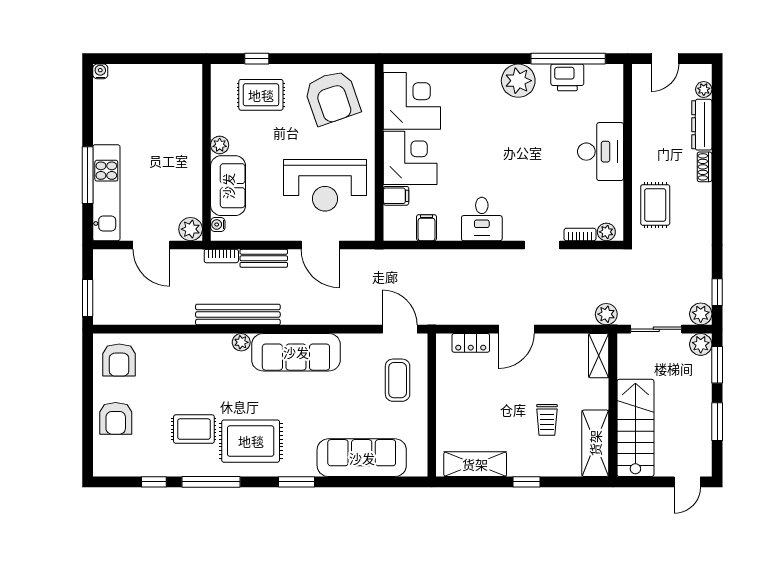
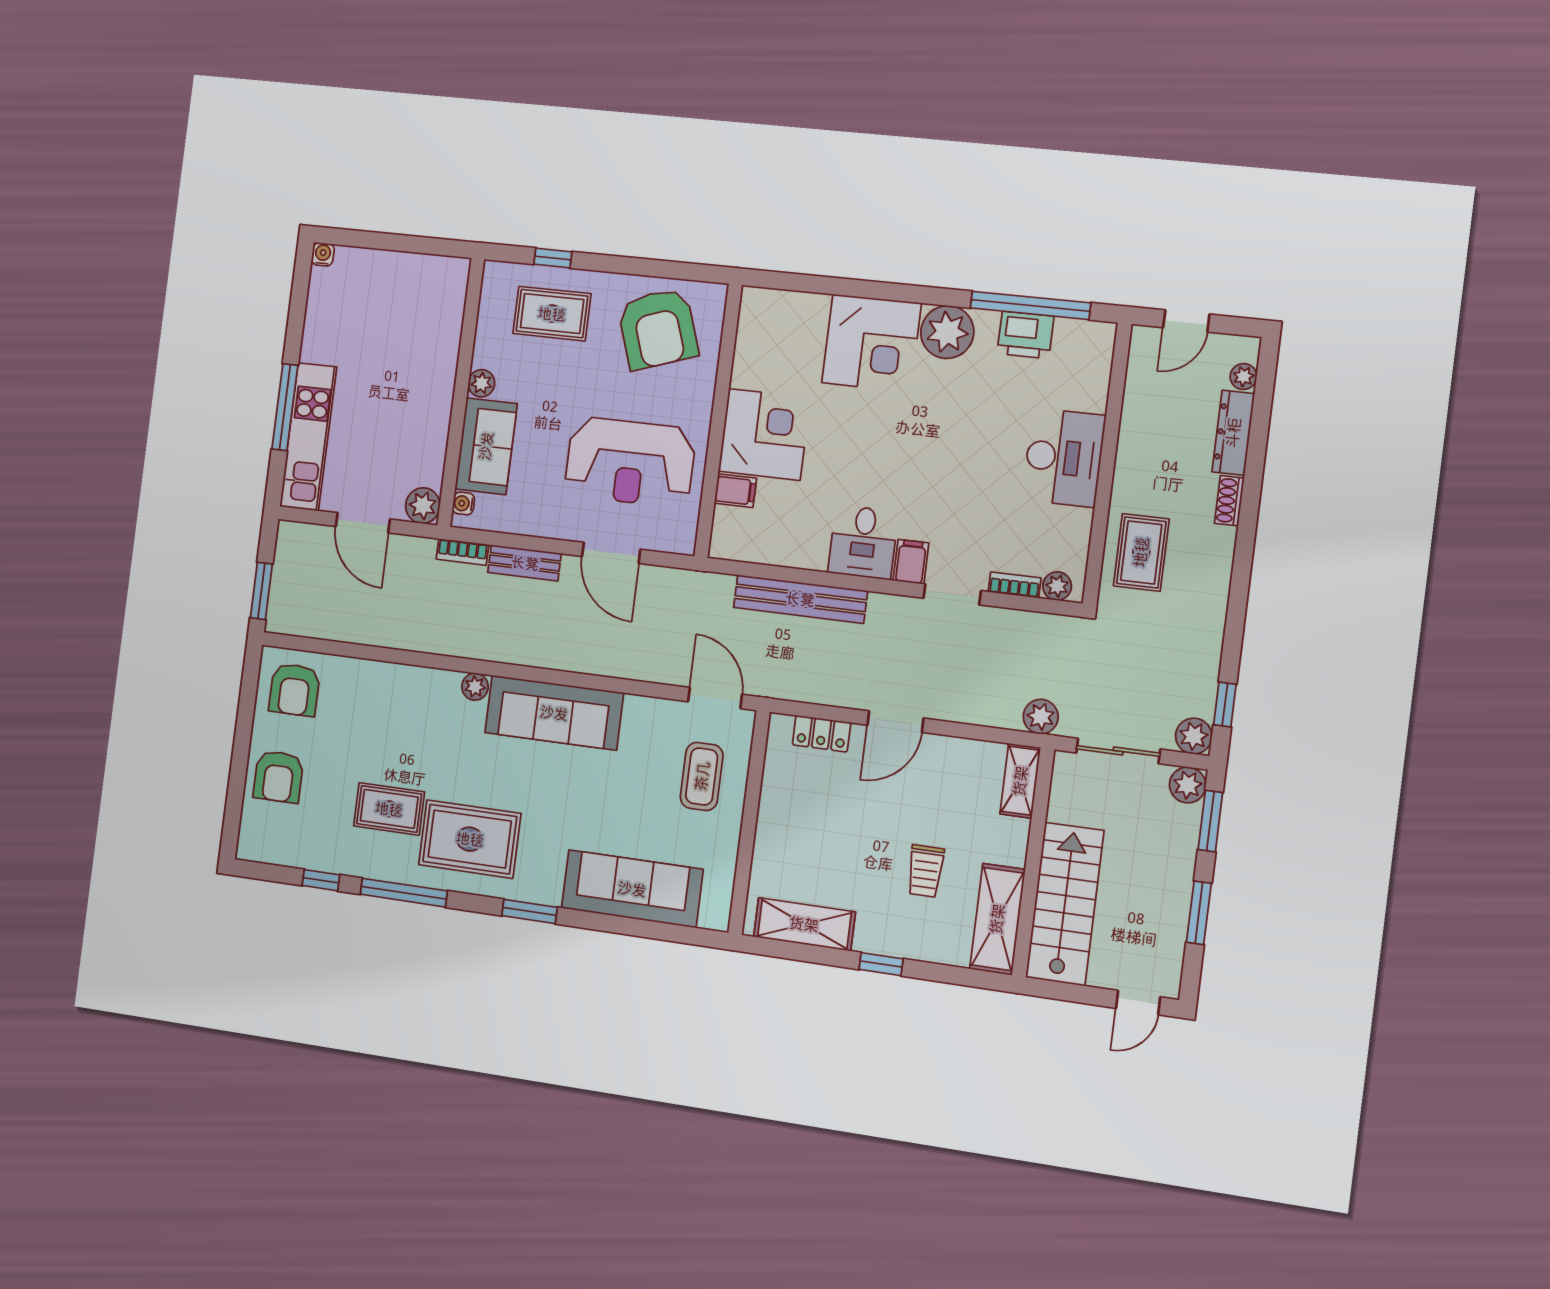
corner desk: (412, 101) -> (872, 343), moved, turned 90
filing cabinet: (427, 228) -> (911, 562), moved
bench: (238, 315) -> (800, 599), moved

